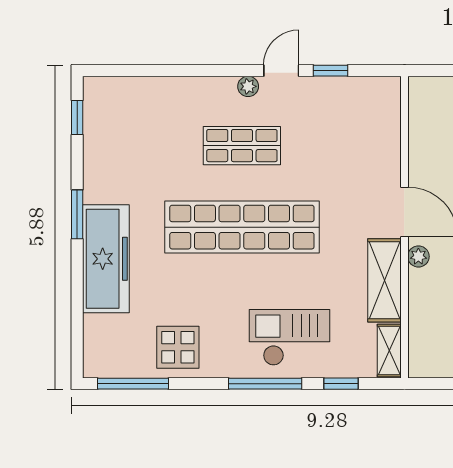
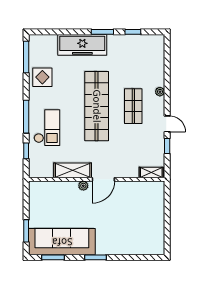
plant: (248, 86) -> (160, 92), moved
window: (77, 118) -> (133, 32), moved
shelving: (389, 351) -> (151, 173), moved

